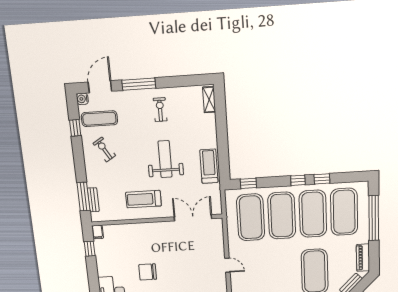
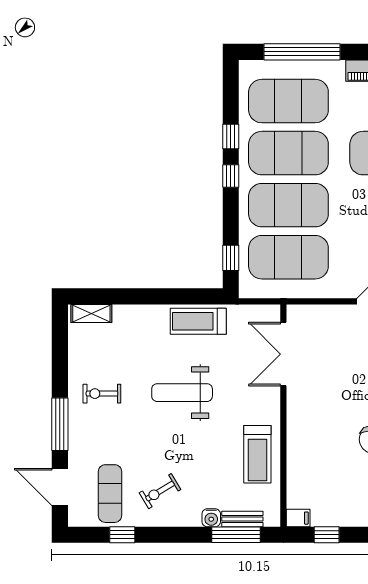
water cooler: (82, 99) -> (211, 518), moved
treadmill: (143, 199) -> (257, 454), moved

